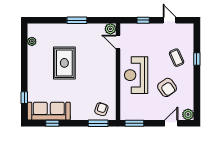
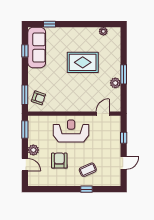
plant: (110, 29) -> (115, 83), moved
armchair: (167, 87) -> (59, 161), turned 125
plant: (188, 114) -> (33, 150), moved

